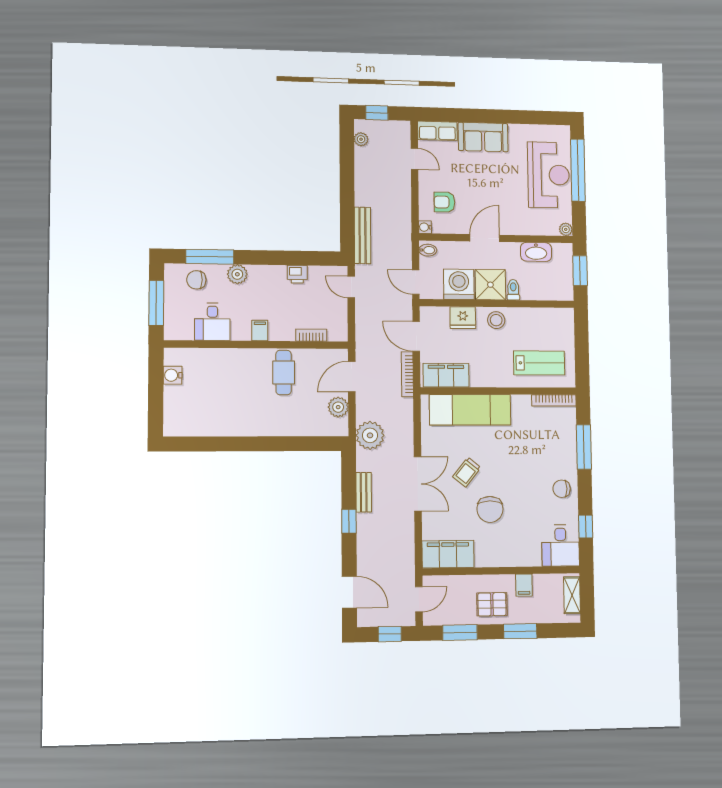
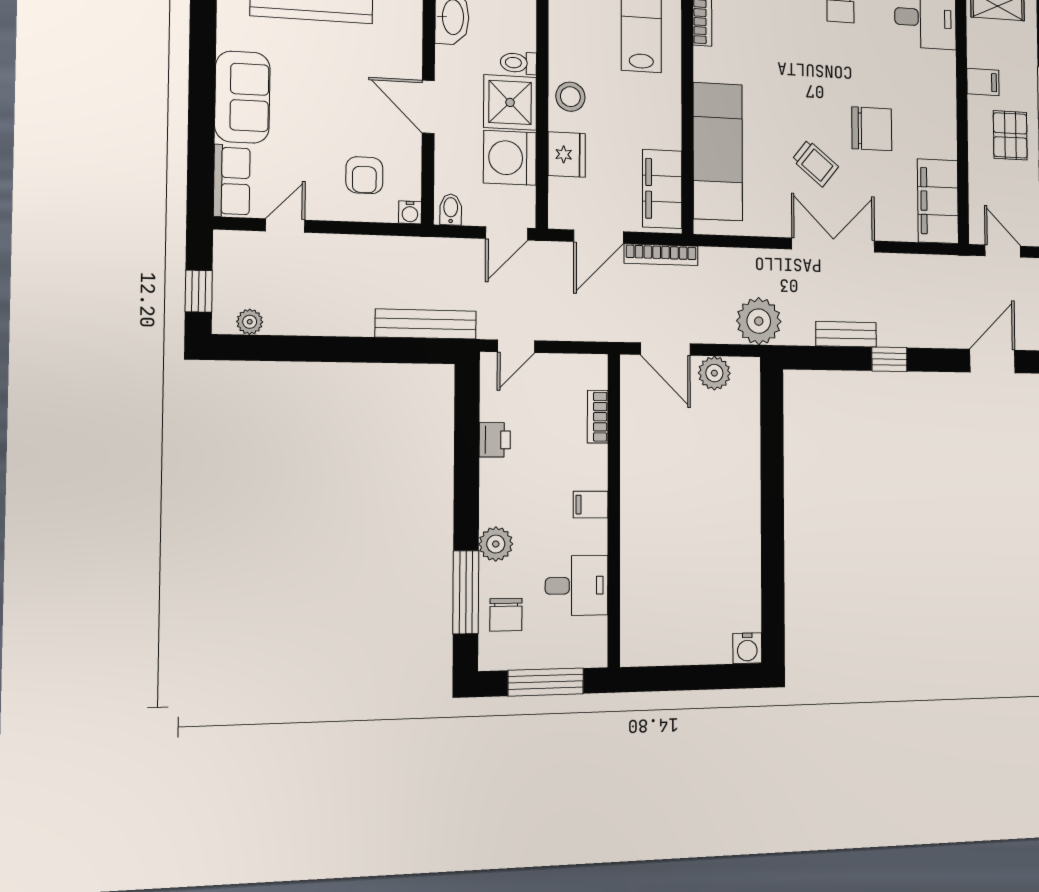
cafe table: (284, 372) -> (659, 464), removed
water cooler: (173, 375) -> (747, 648), moved

